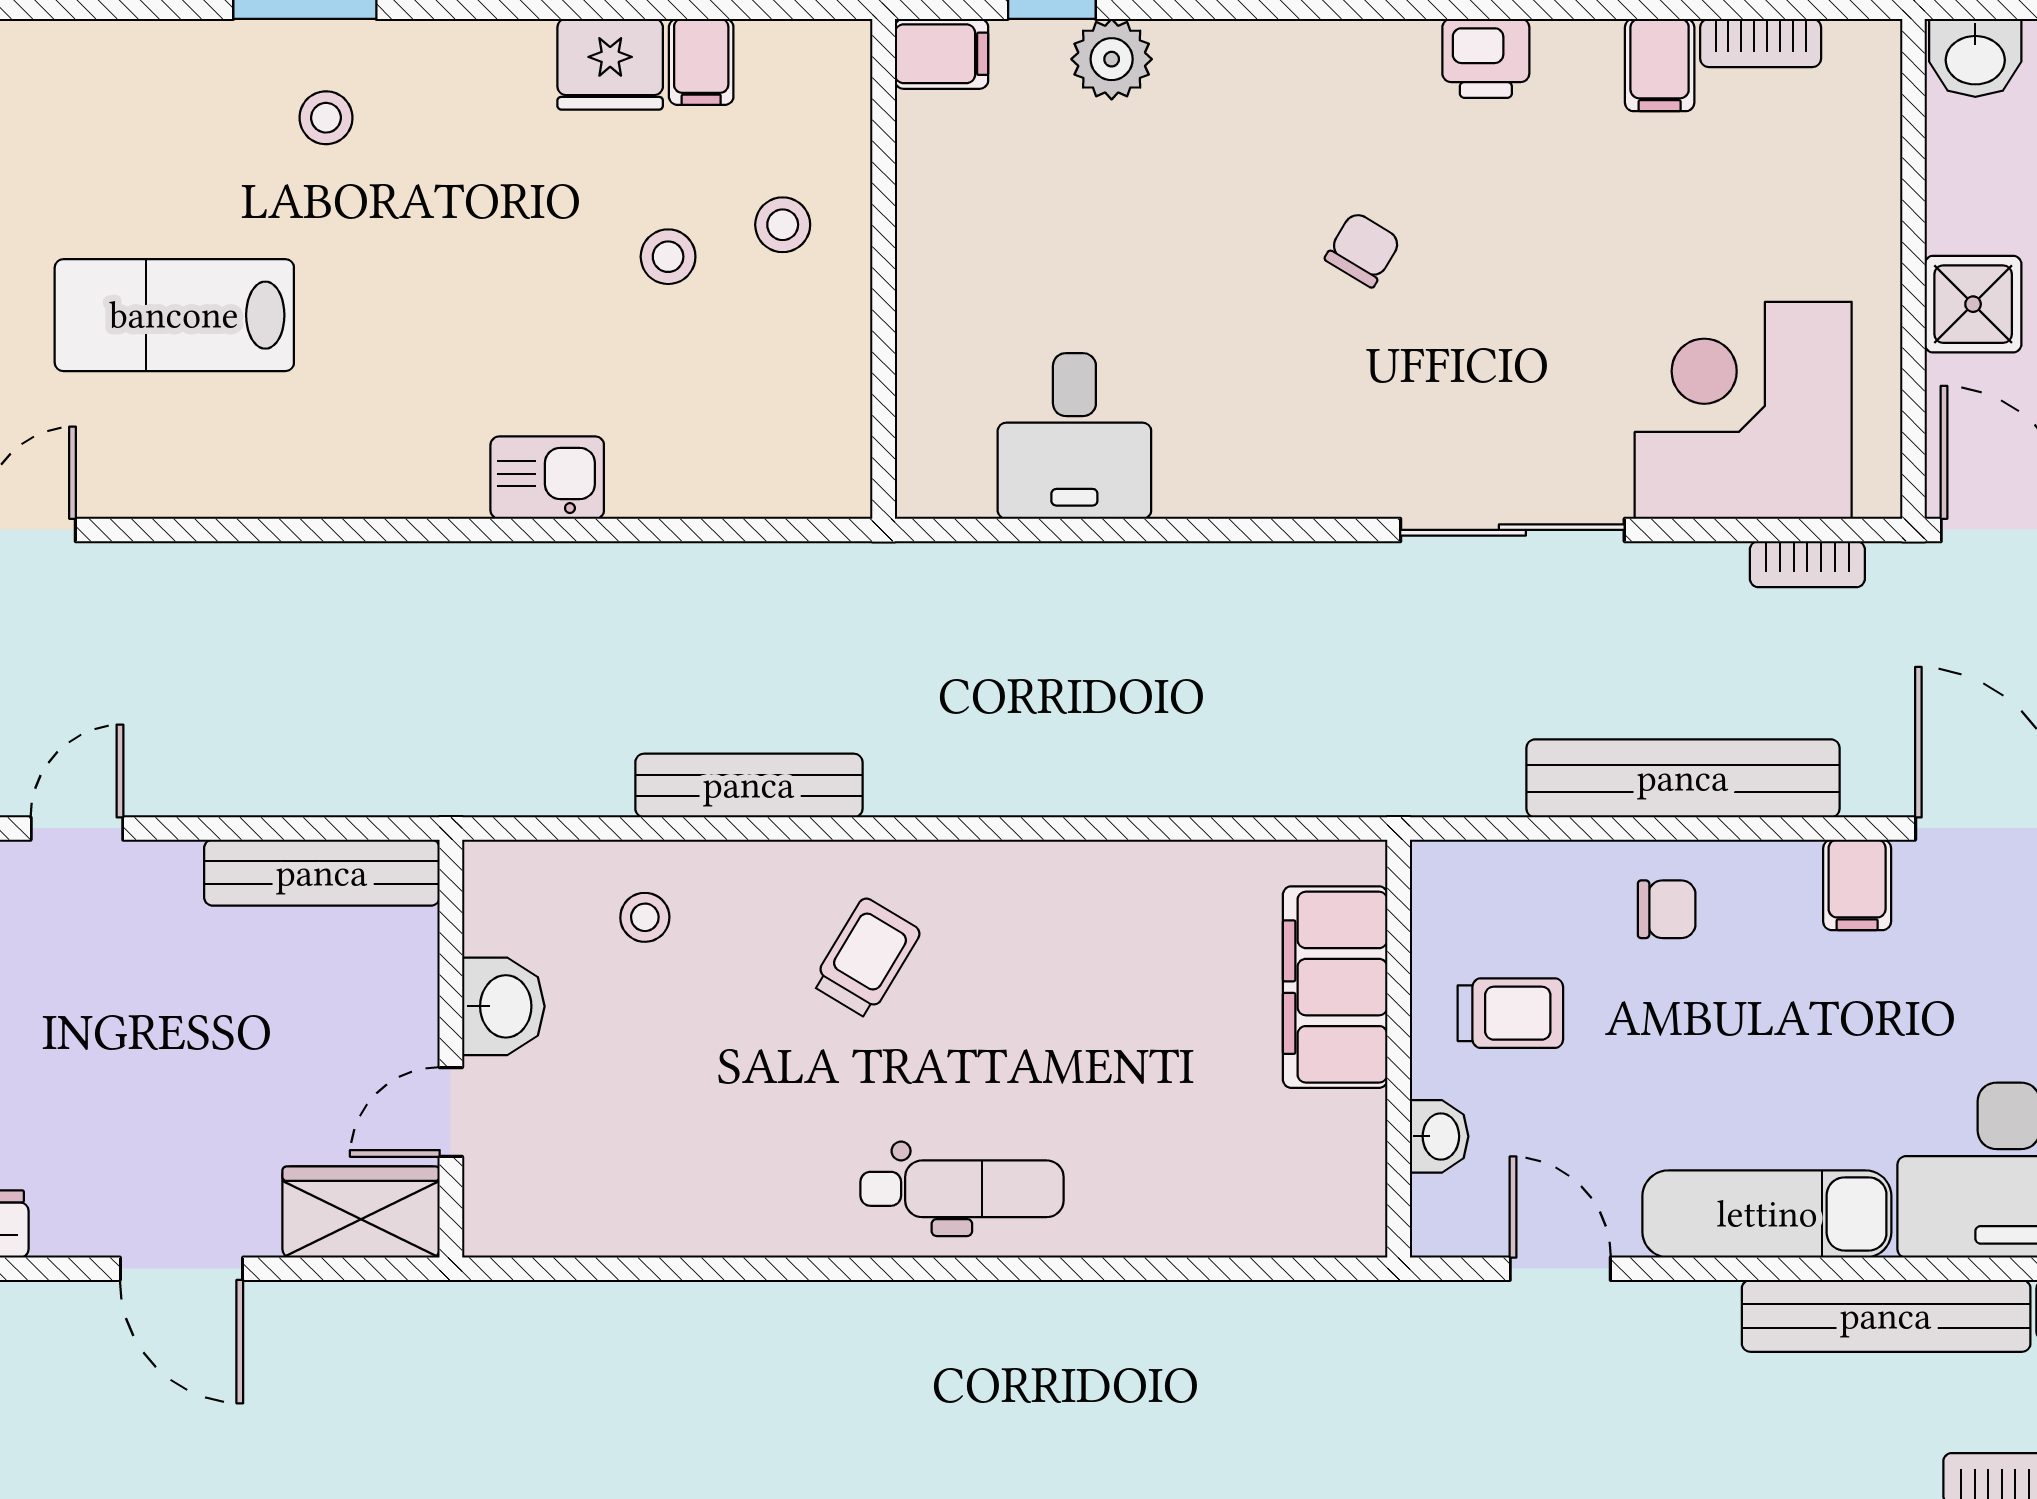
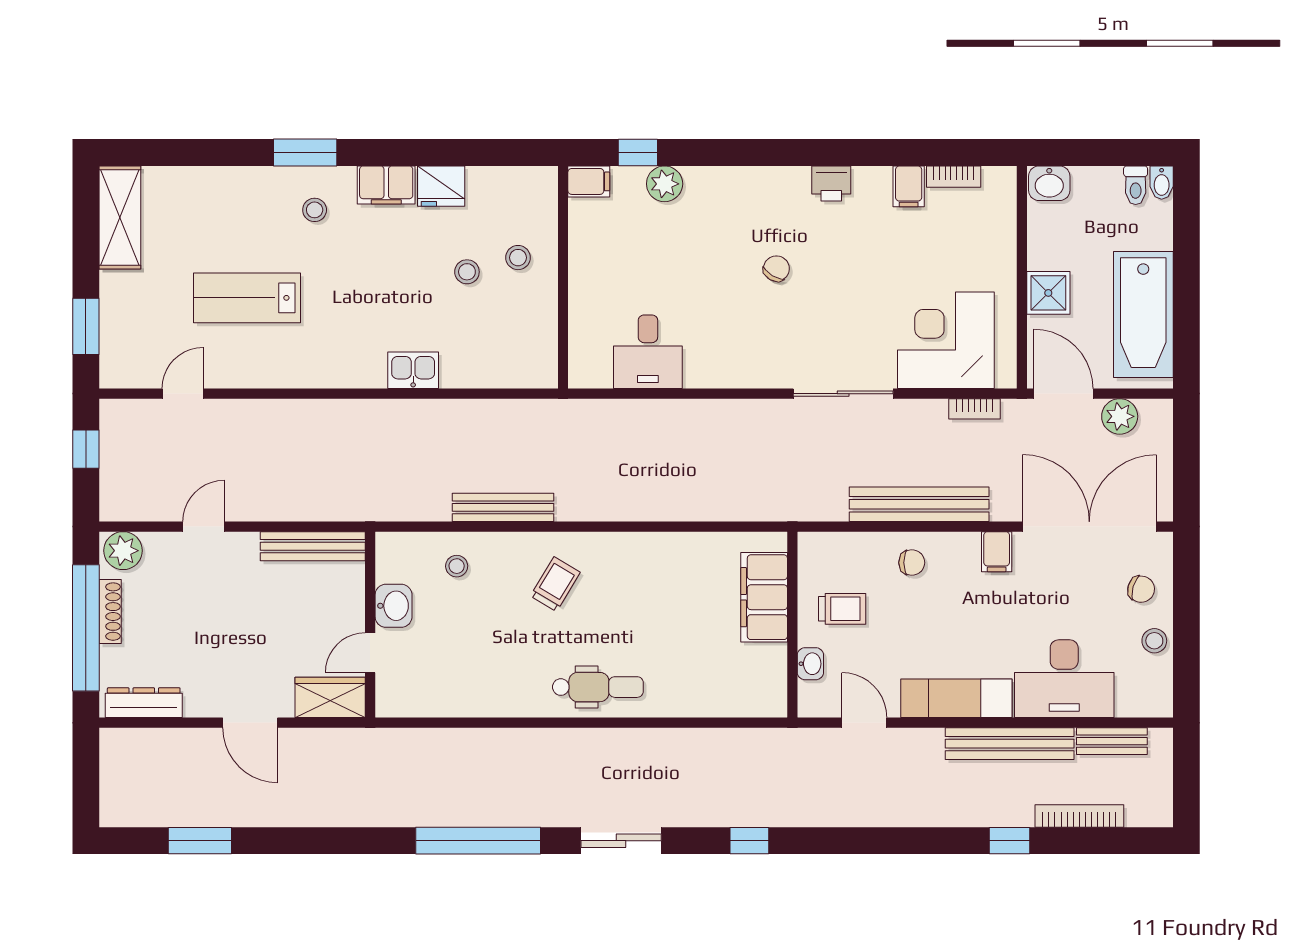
filing cabinet: (701, 62) -> (386, 185), moved, width x2.00

